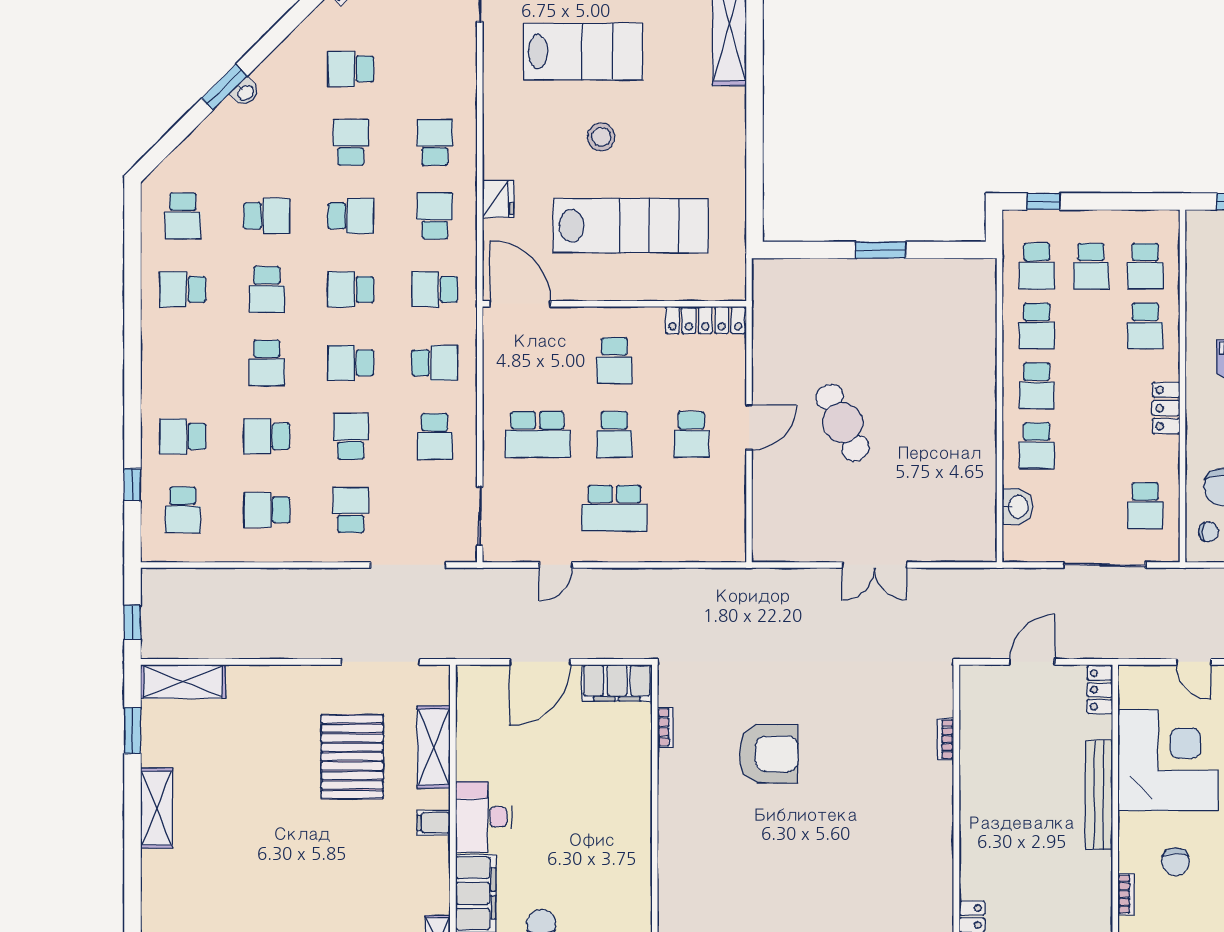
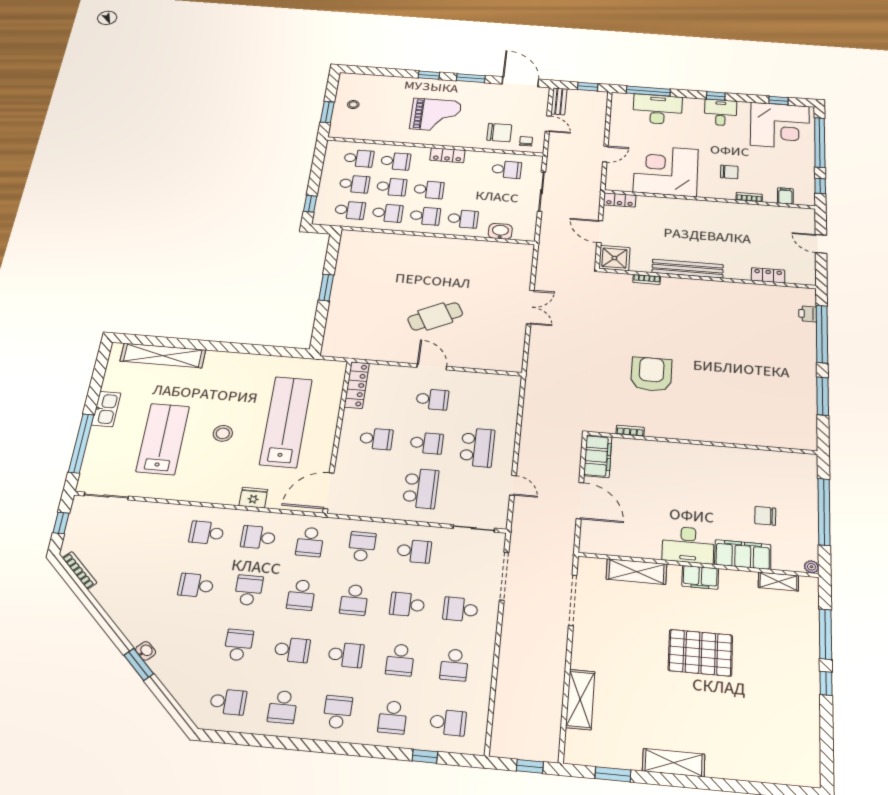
school desk: (351, 69) -> (338, 712), moved, turned 180
school desk: (1091, 326) -> (392, 187), added
school desk: (1091, 386) -> (429, 190), added
shelving: (183, 682) -> (580, 699), moved
shower: (982, 688) -> (614, 258), added
pallet: (352, 757) -> (700, 653), moved
bench: (1099, 795) -> (688, 269), moved
filing cabinet: (434, 823) -> (700, 577), width x2.00

